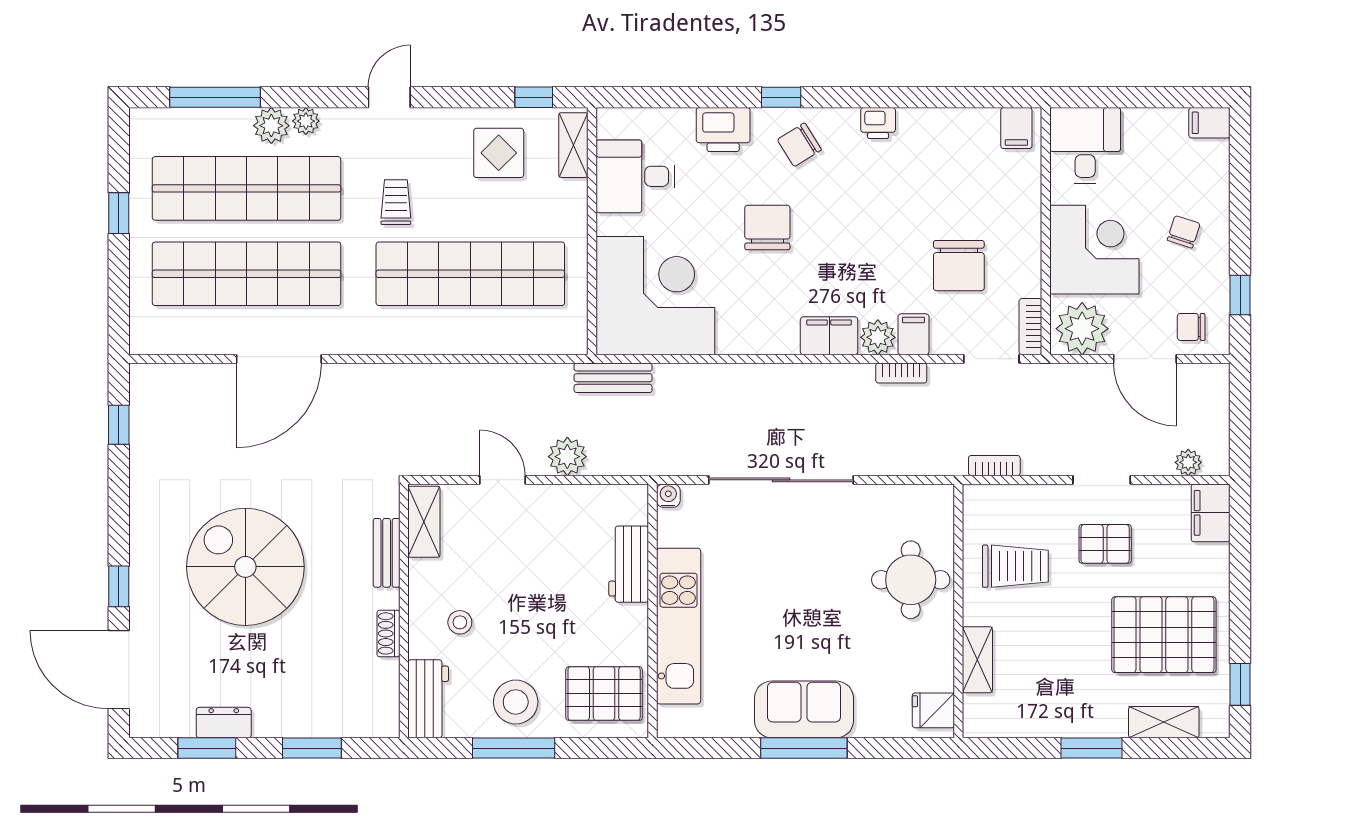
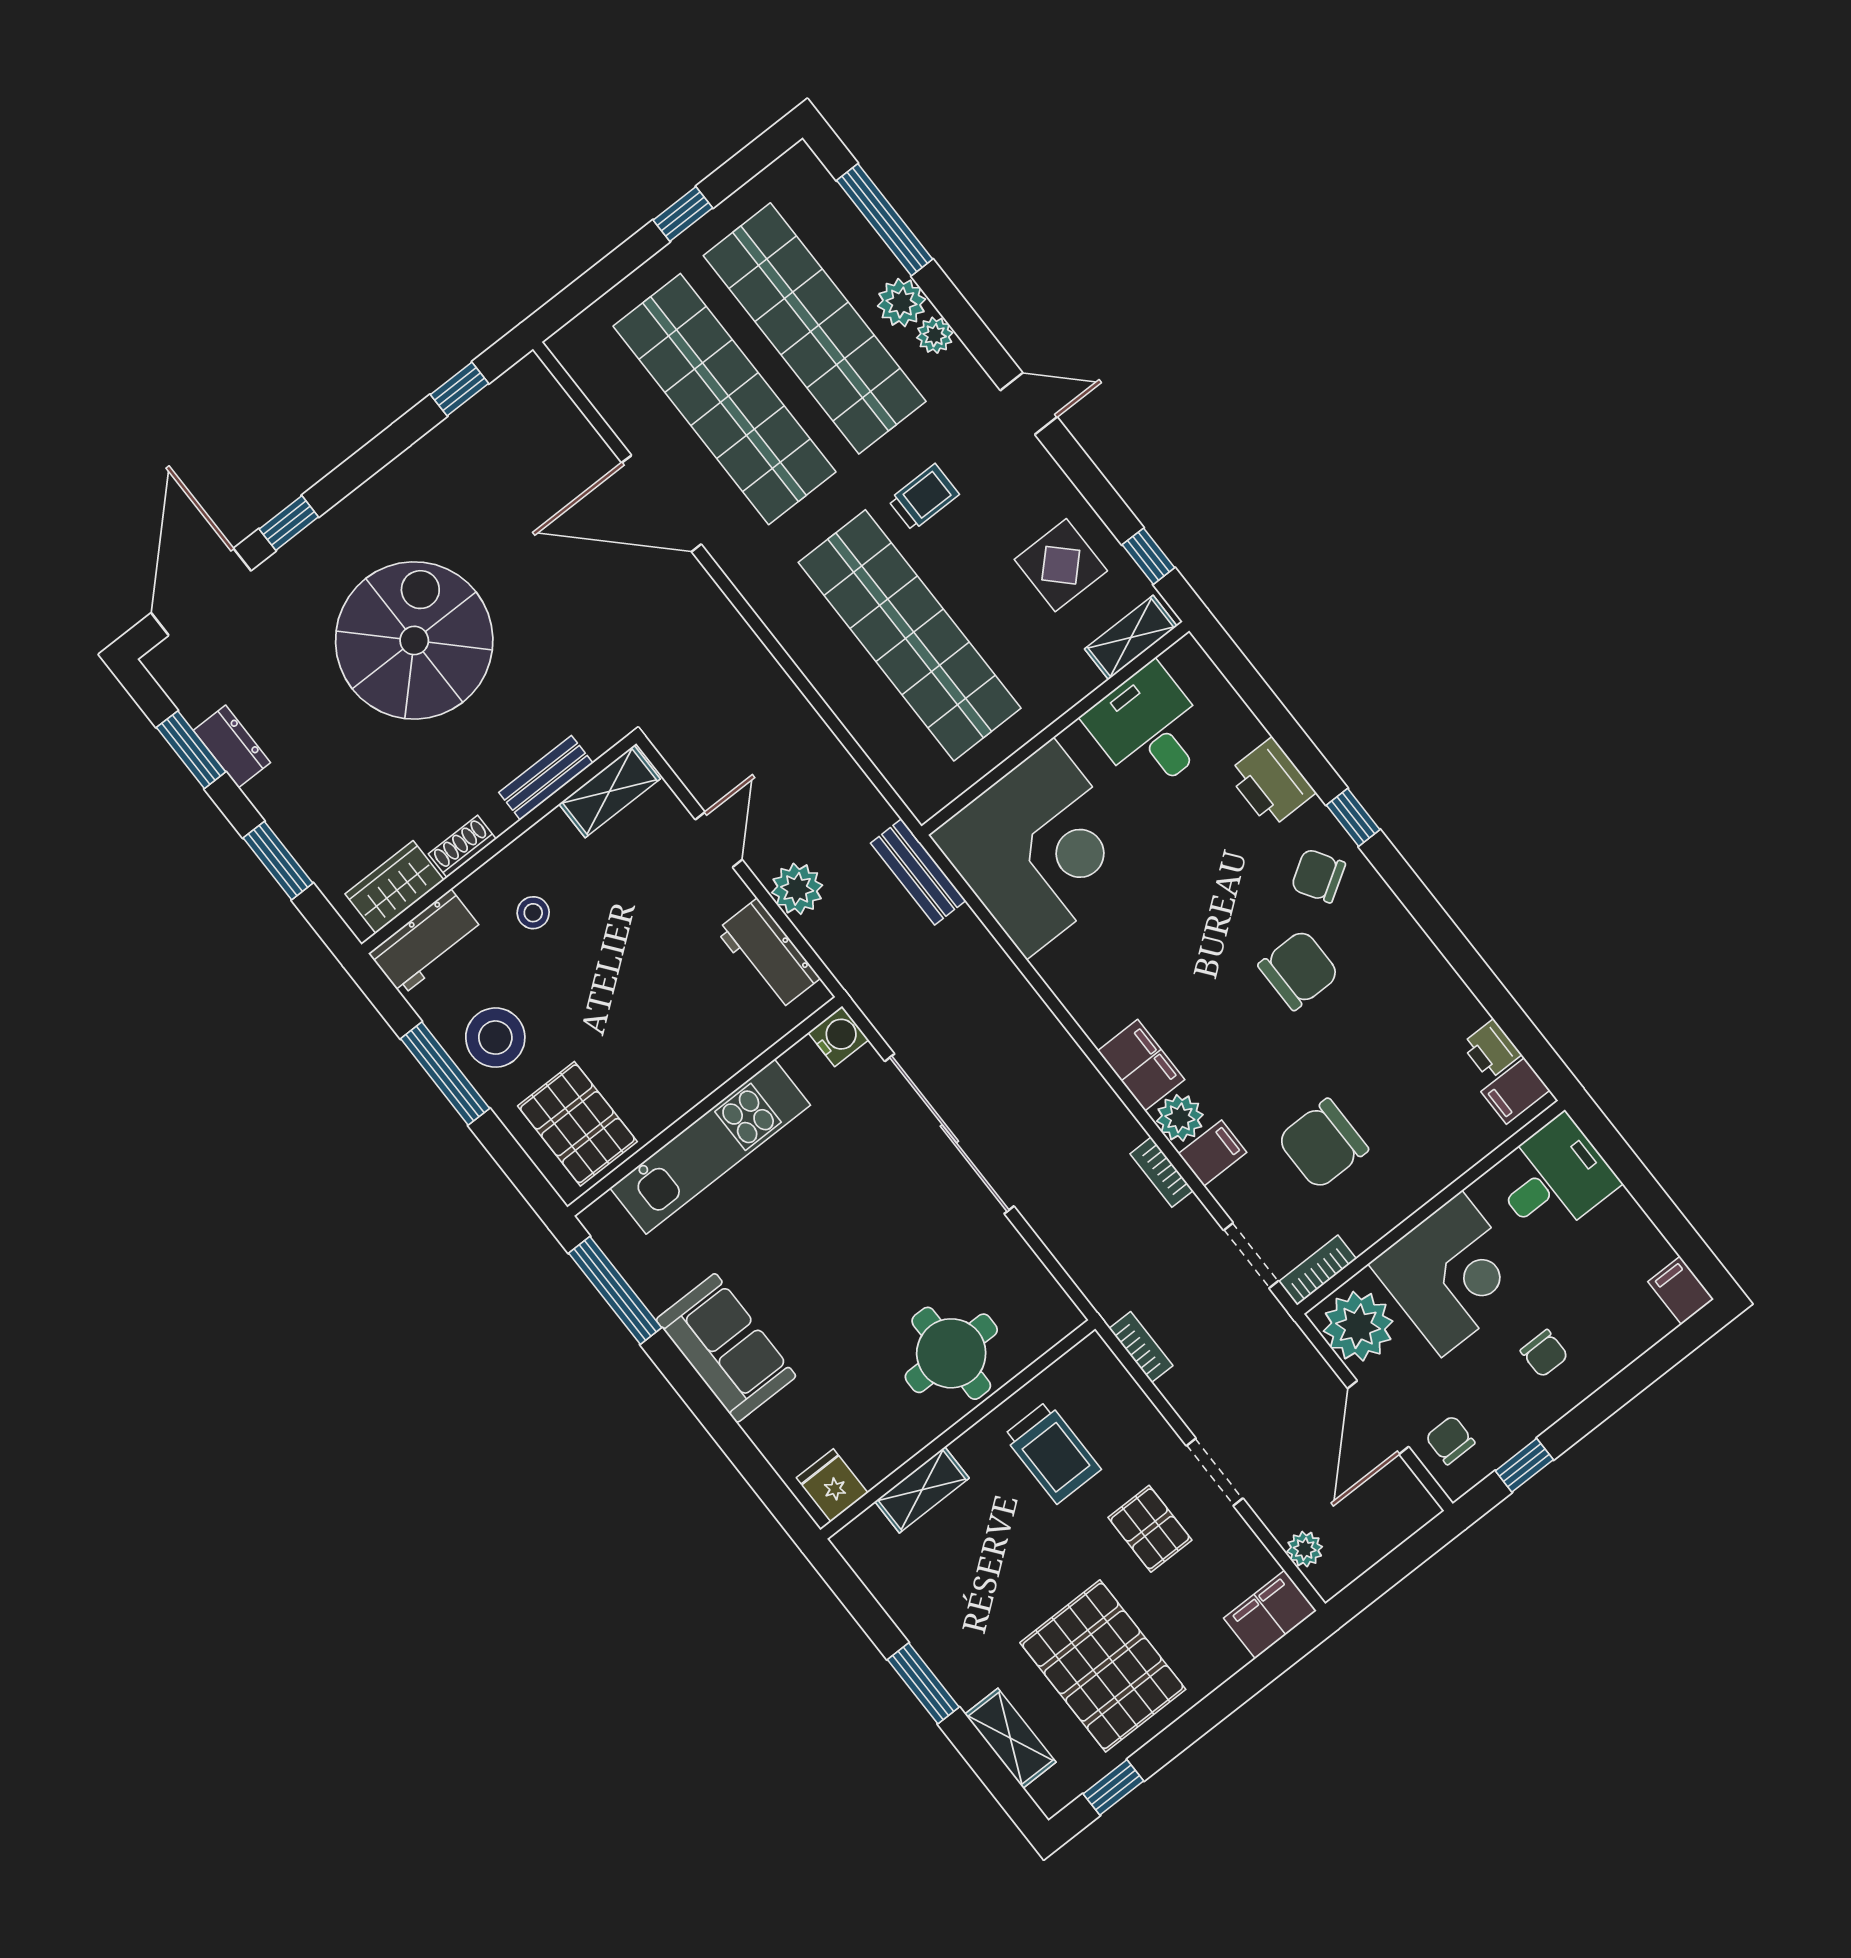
printer: (878, 123) -> (1491, 1049), moved
chair: (767, 228) -> (1299, 970), moved
chair: (1184, 232) -> (1544, 1353), turned 72
water cooler: (668, 496) -> (838, 1036), width x1.38, depth x1.38
workbench: (629, 564) -> (768, 954), moved, turned -90
wardrobe: (381, 692) -> (395, 887), added
window: (804, 748) -> (615, 1290), moved

